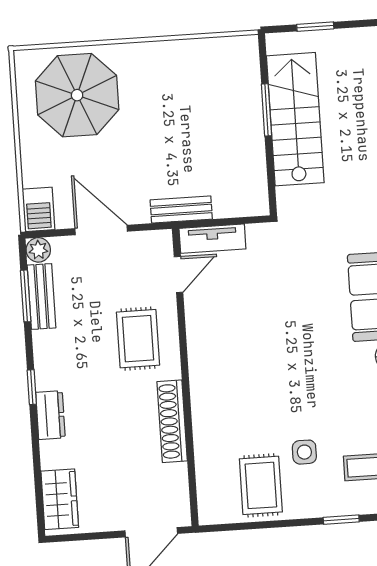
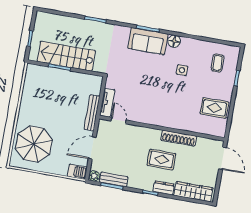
bench: (181, 210) -> (92, 113), width x1.36
rug: (138, 339) -> (161, 159), moved
side table: (304, 452) -> (182, 70), moved
wardrobe: (60, 499) -> (193, 192), width x1.50

